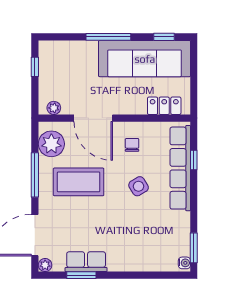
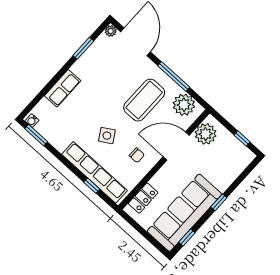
window: (108, 37) -> (219, 202), width x0.46
plant: (54, 108) -> (206, 134), width x1.88, depth x1.88
row of seats: (86, 262) -> (63, 88), moved

